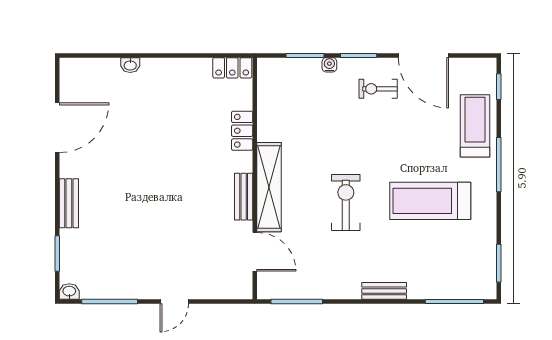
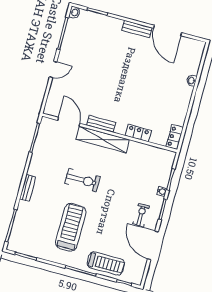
door: (423, 55) -> (153, 245), hinge flipped
bench: (69, 203) -> (137, 29), moved
door: (255, 252) -> (69, 122), swing flipped
door: (174, 302) -> (53, 69), swing flipped

